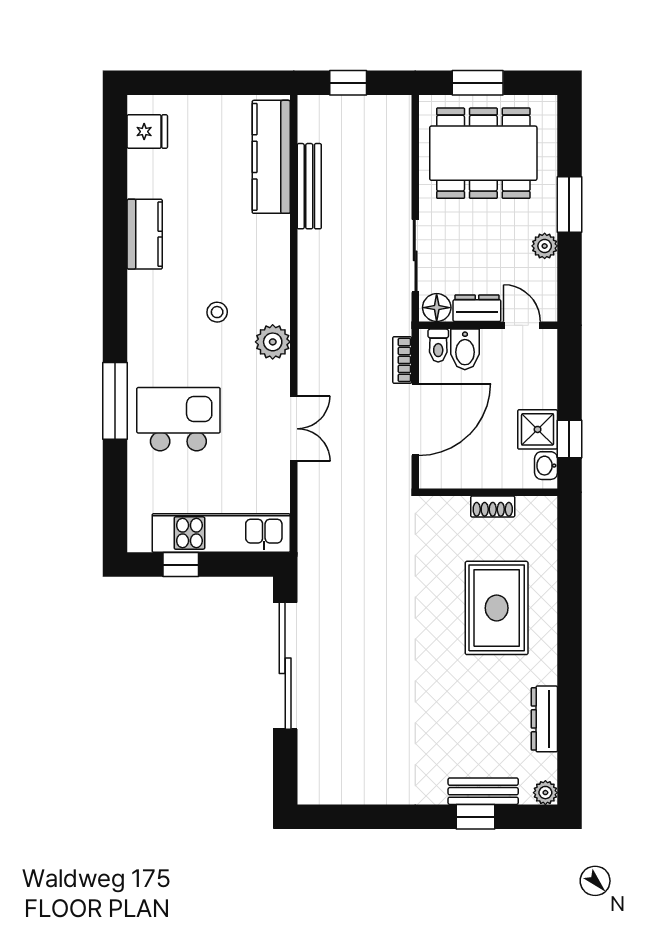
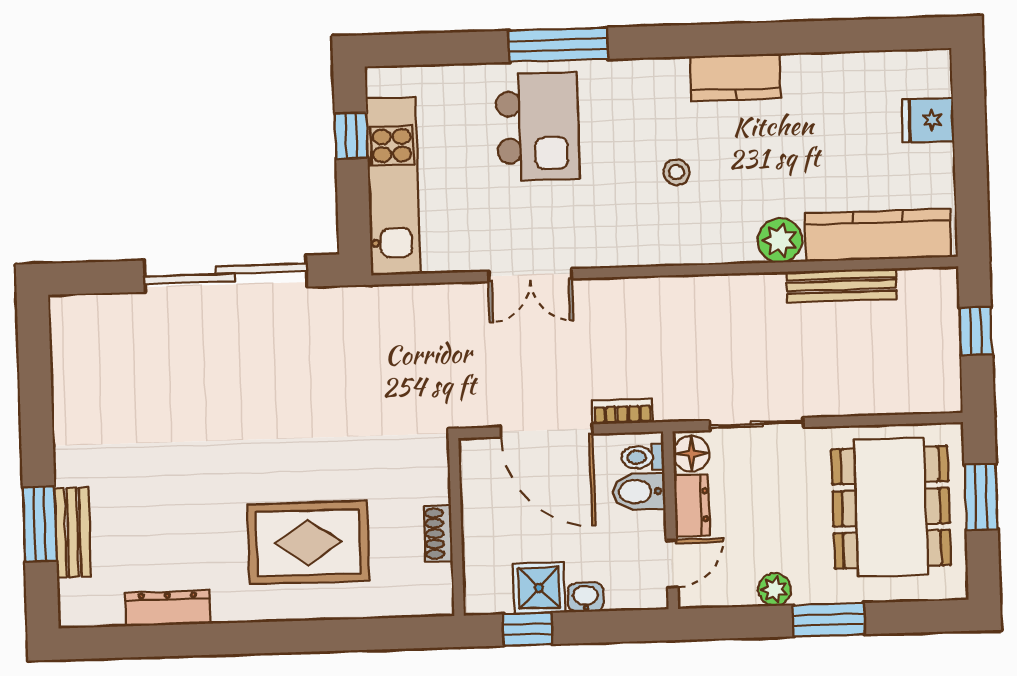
fridge: (147, 132) -> (928, 120), moved, turned 90
kitchen counter: (145, 234) -> (735, 77), moved
plant: (273, 342) -> (780, 240), moved
washbasin: (546, 466) -> (586, 597), moved
plant: (545, 793) -> (73, 613), removed
window: (475, 817) -> (40, 524), width x1.50

